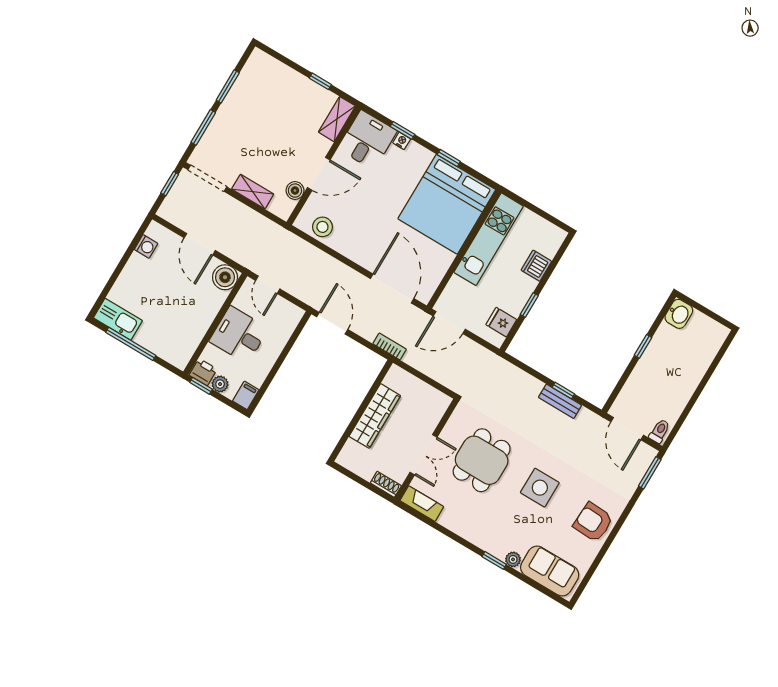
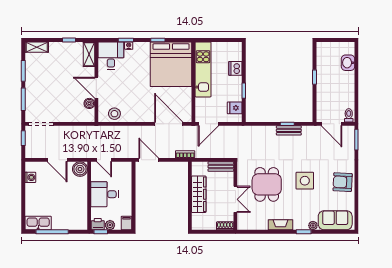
door: (319, 174) -> (96, 88), swing flipped
shelving: (253, 192) -> (37, 47), moved
washbasin: (679, 314) -> (348, 63), moved, turned 180
bench: (431, 395) -> (221, 167), added
fireplace: (422, 504) -> (280, 225), moved

